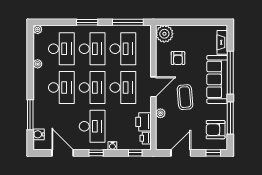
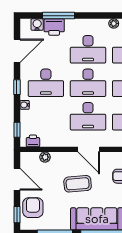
plant: (160, 113) -> (45, 157), moved
printer: (143, 122) -> (54, 27), moved, turned 180
armchair: (216, 130) -> (33, 208), moved

